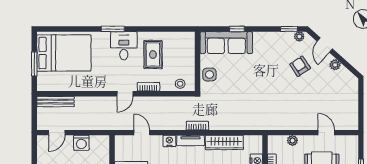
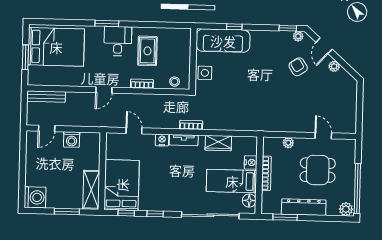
door: (125, 94) -> (104, 90), moved
wardrobe: (224, 143) -> (218, 143), width x0.67

